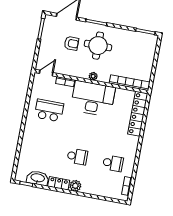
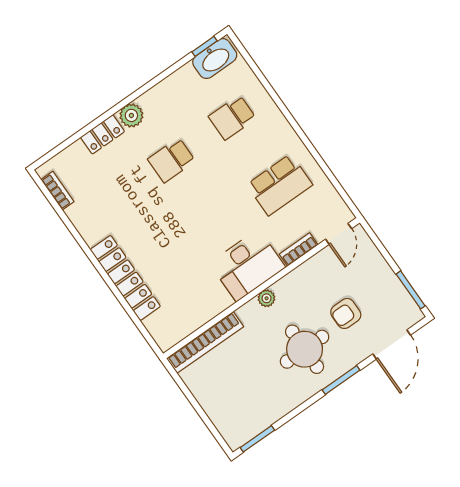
desk: (93, 99) -> (247, 265), width x0.73, depth x0.77
locker: (138, 114) -> (125, 278), moved
school desk: (113, 163) -> (232, 117), moved
washbasin: (38, 178) -> (215, 59), moved
locker: (59, 183) -> (102, 134), moved

